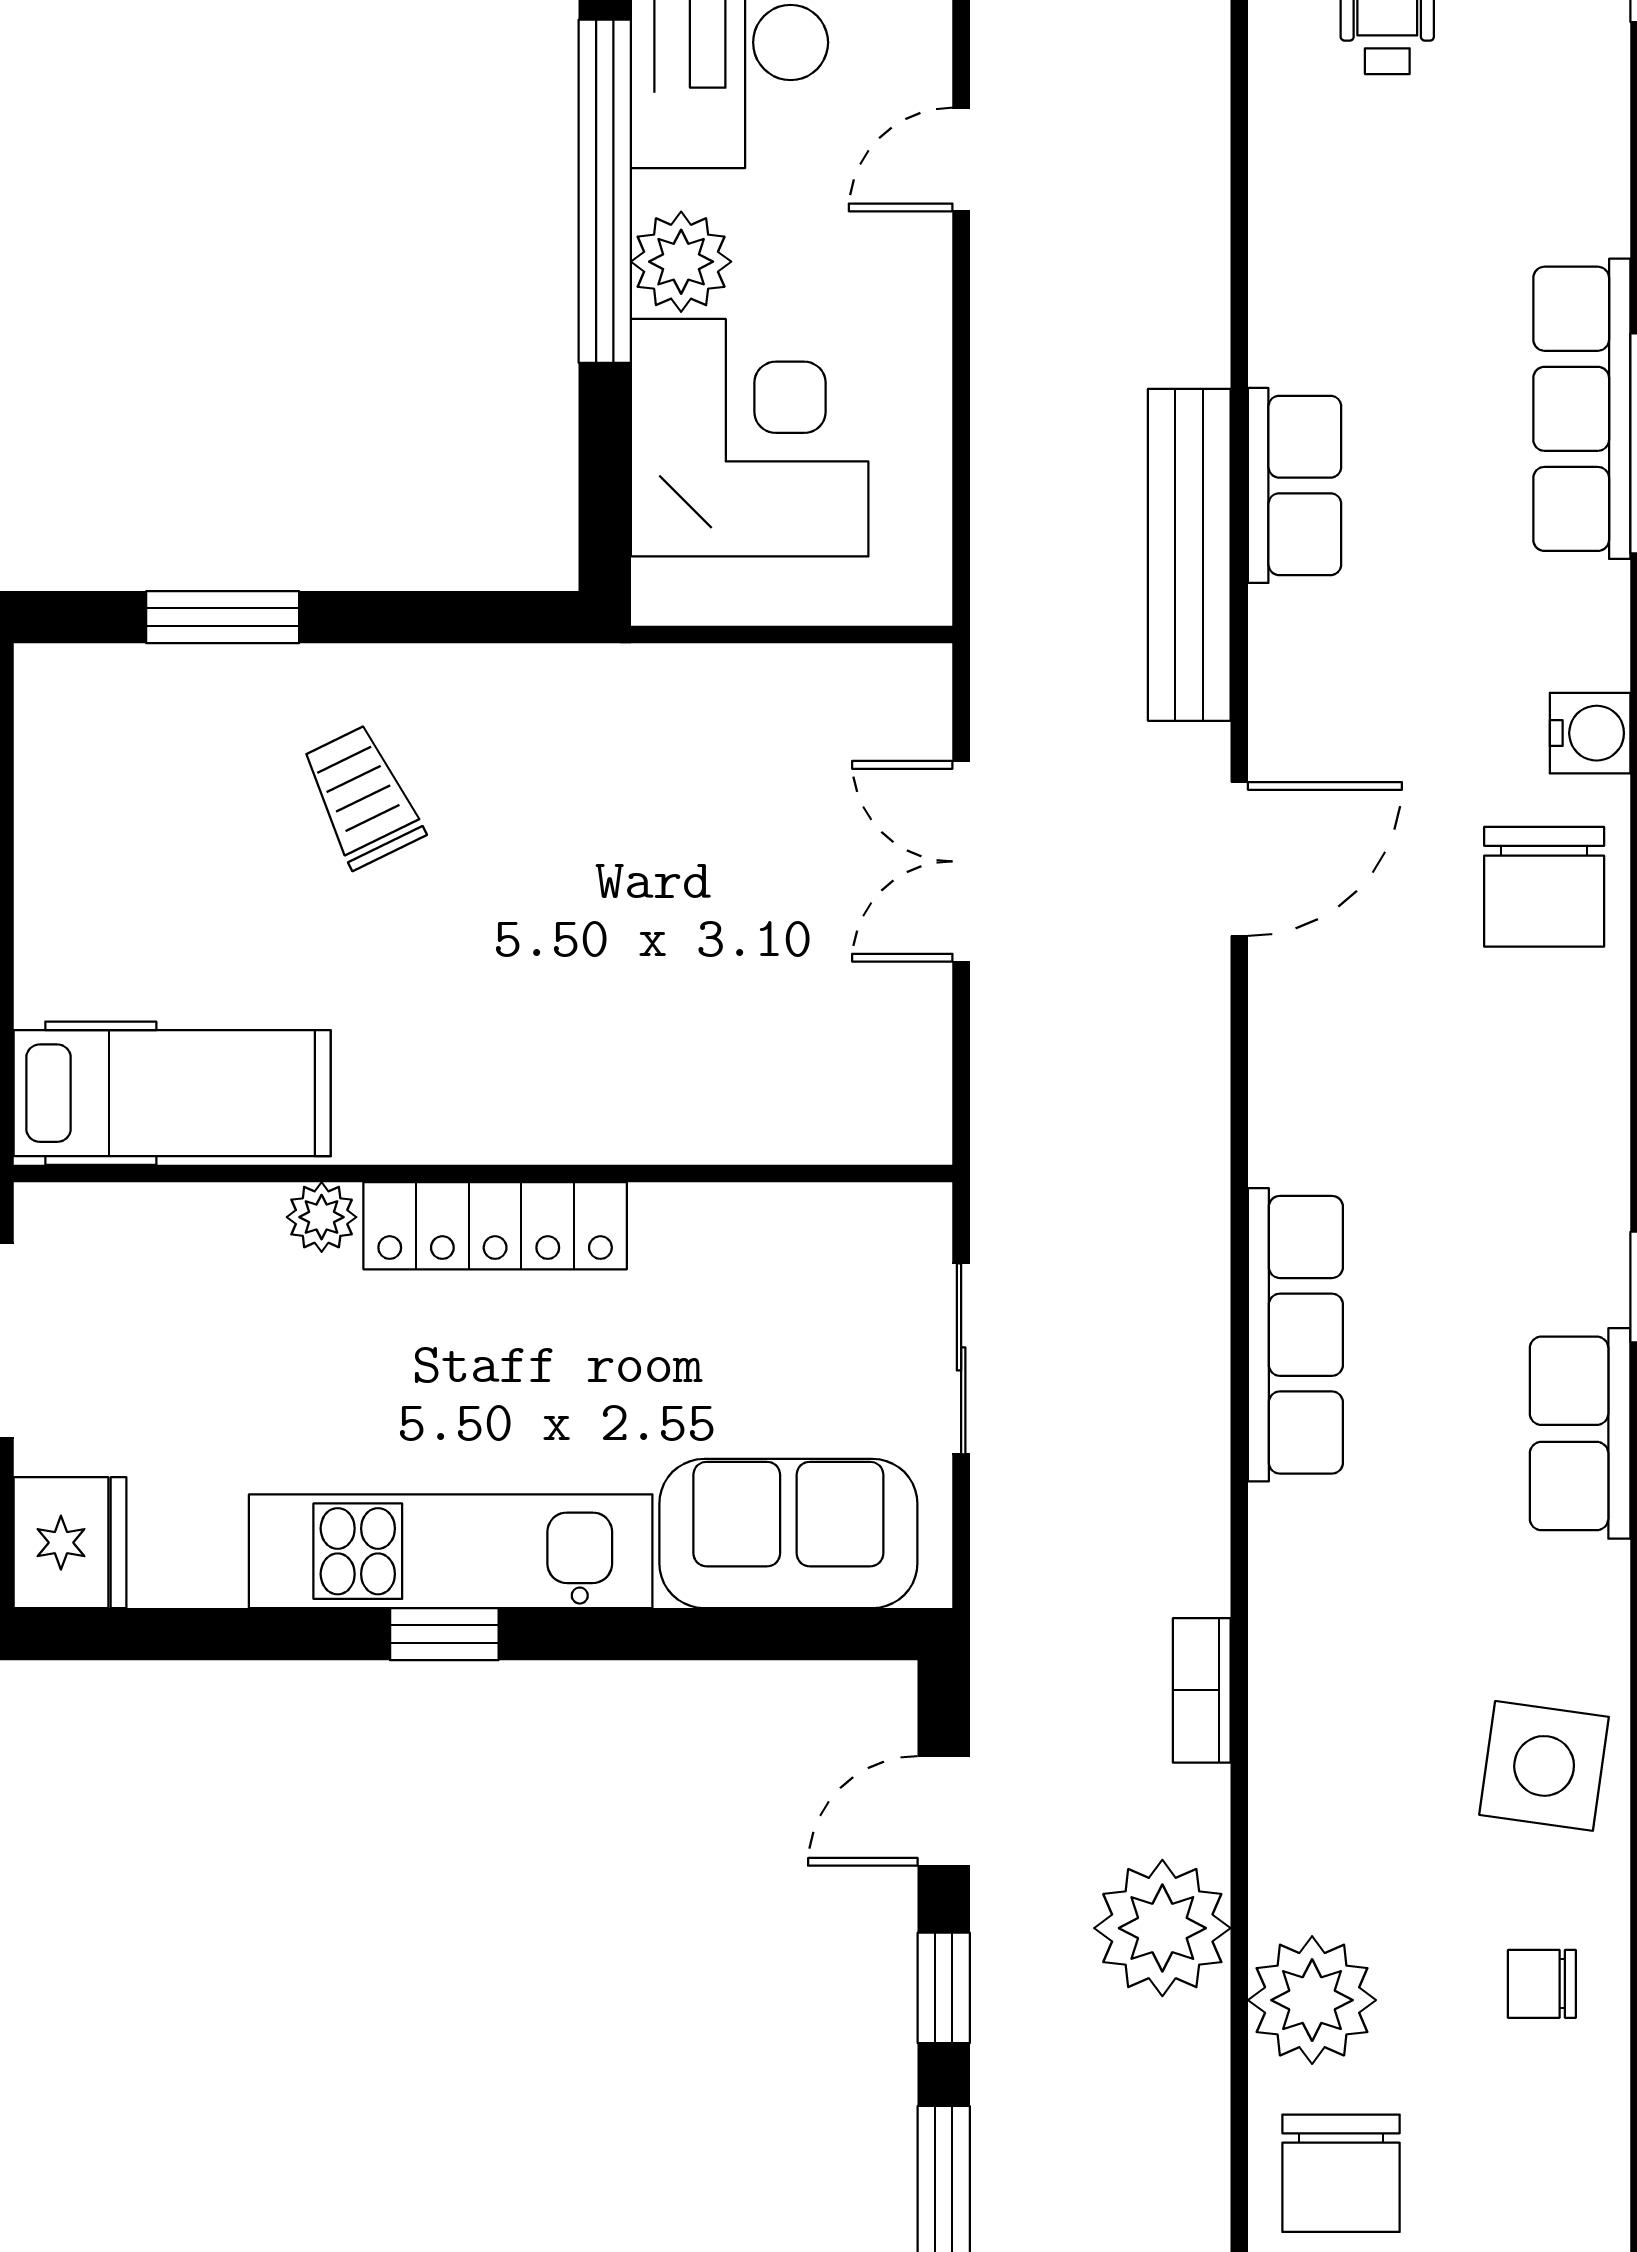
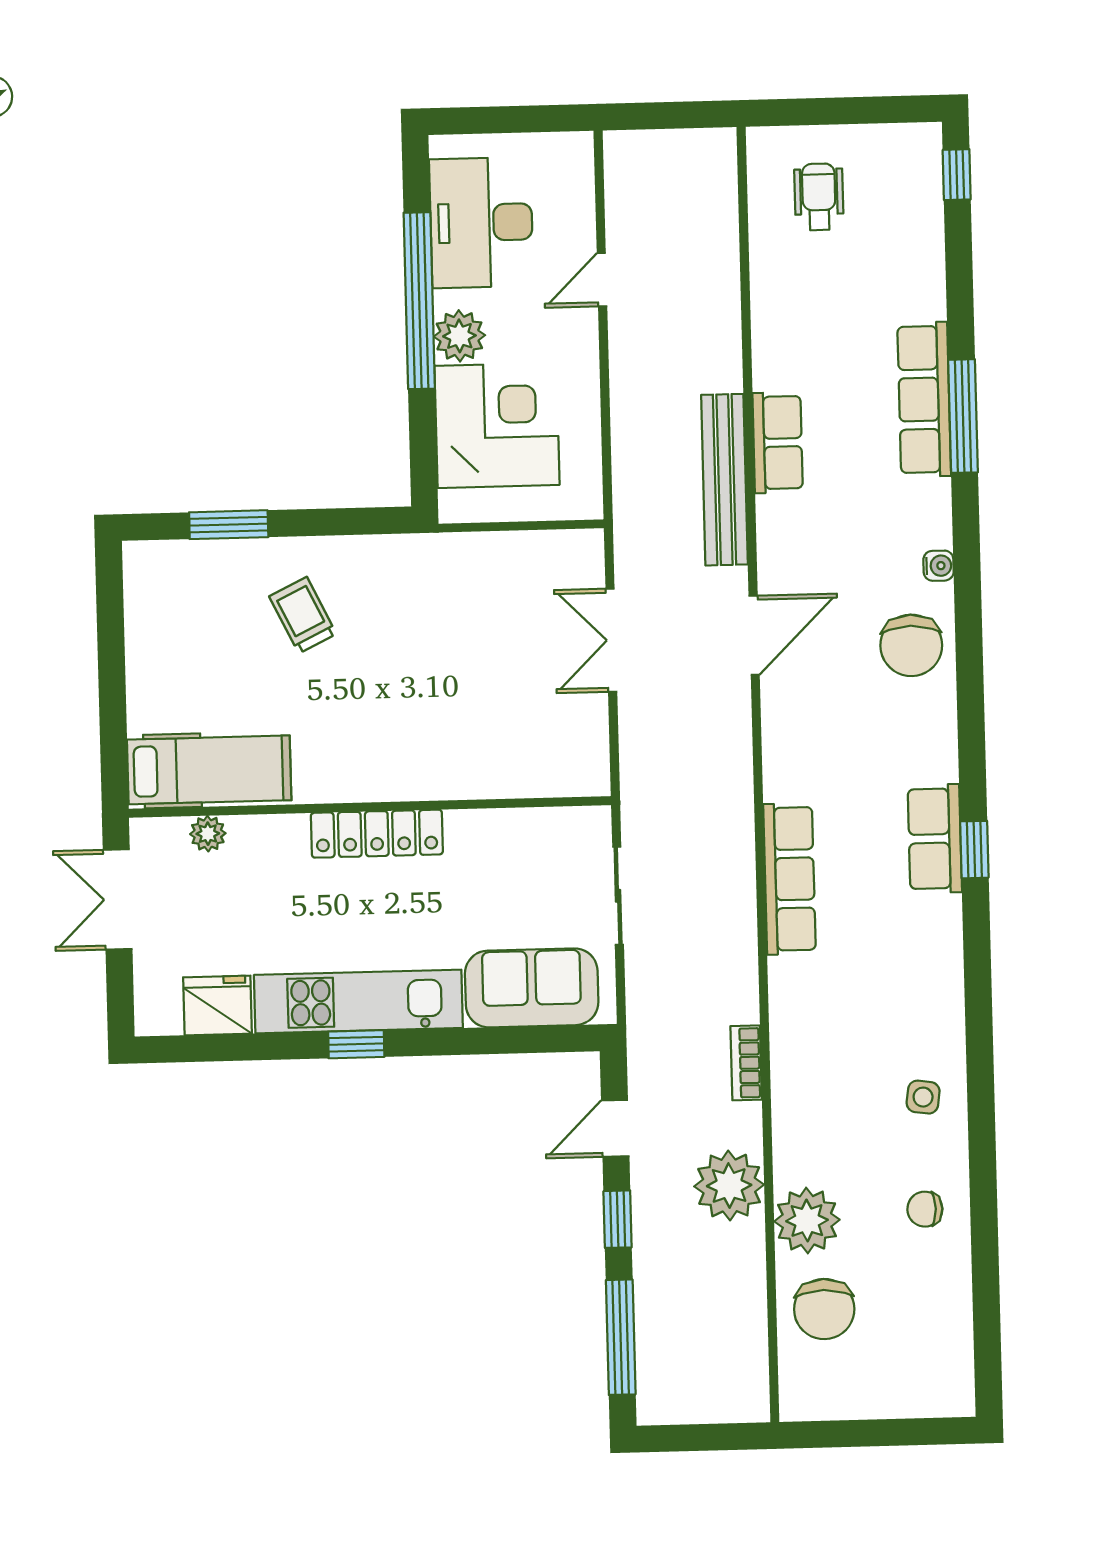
water cooler: (1590, 733) -> (939, 566), width x0.72, depth x0.72
plant: (322, 1217) -> (208, 834), moved
row of seats: (1580, 1433) -> (935, 839), moved
fridge: (70, 1543) -> (218, 1005), moved, turned -90
side table: (1544, 1766) -> (923, 1097), width x0.54, depth x0.54

